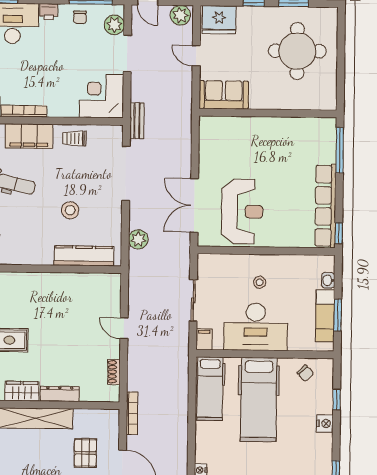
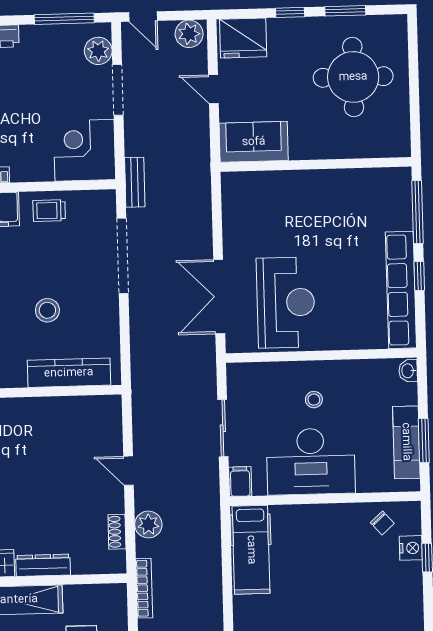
chair: (80, 17) -> (50, 42), removed
window: (339, 233) -> (419, 276), moved
plant: (138, 239) -> (148, 524), moved
washbasin: (328, 280) -> (408, 371), moved
hospital bed: (259, 399) -> (319, 562), removed
nightstand: (325, 423) -> (411, 548), moved

